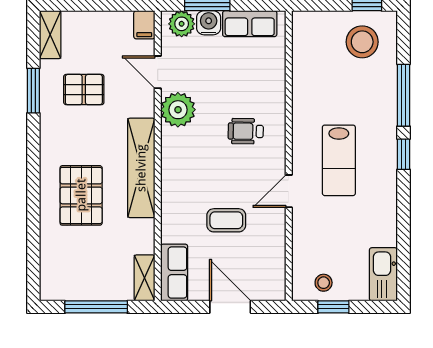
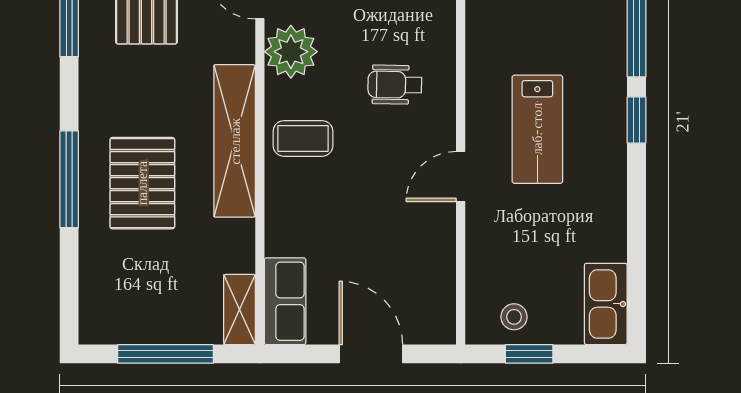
window: (33, 193) -> (69, 179), added
coffee table: (226, 220) -> (303, 138), moved

